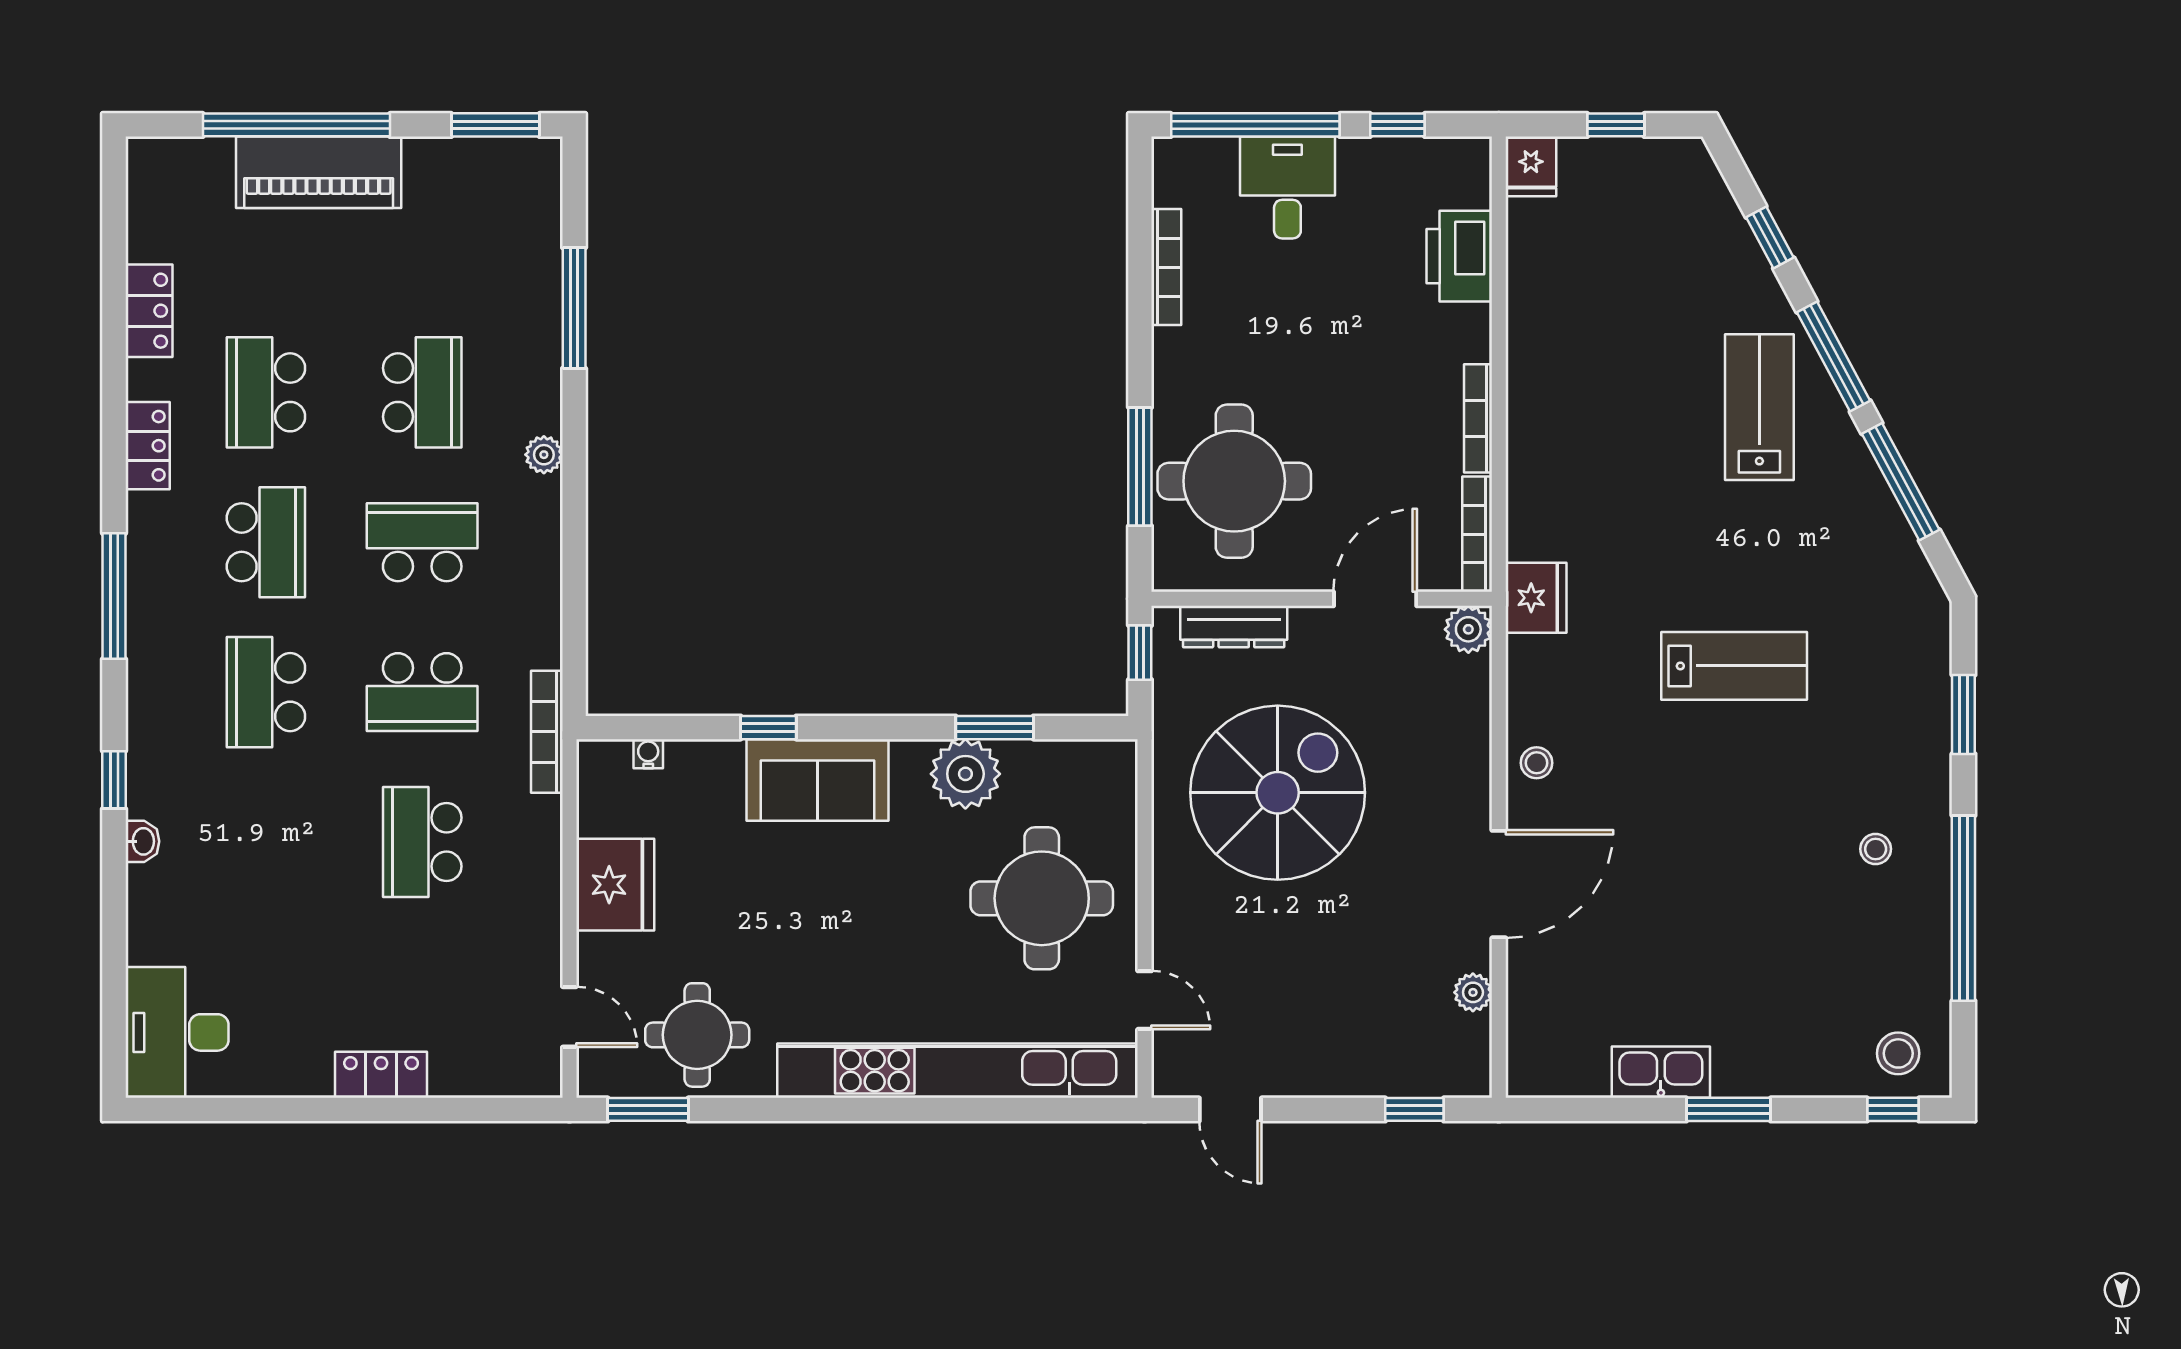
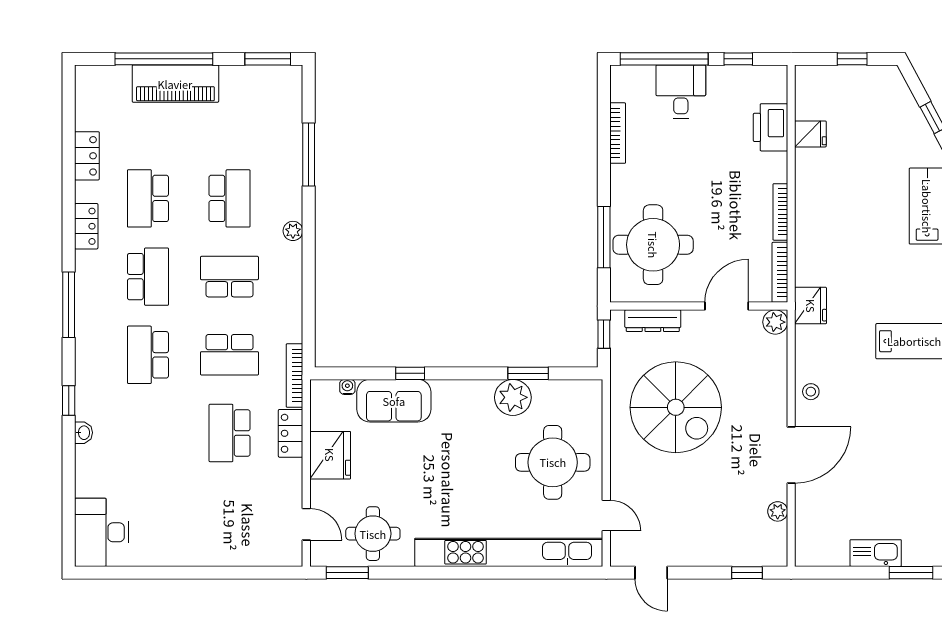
fridge: (1531, 166) -> (810, 134), moved, turned -90
sofa: (817, 780) -> (394, 401), moved
spiral stairs: (1278, 793) -> (676, 407), turned 90
locker: (381, 1075) -> (291, 433), moved, turned -90

